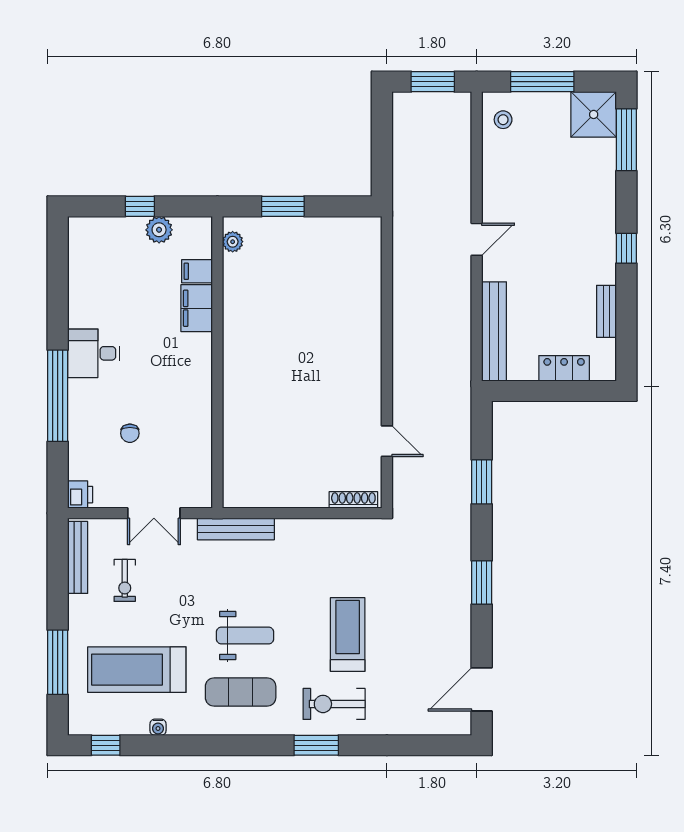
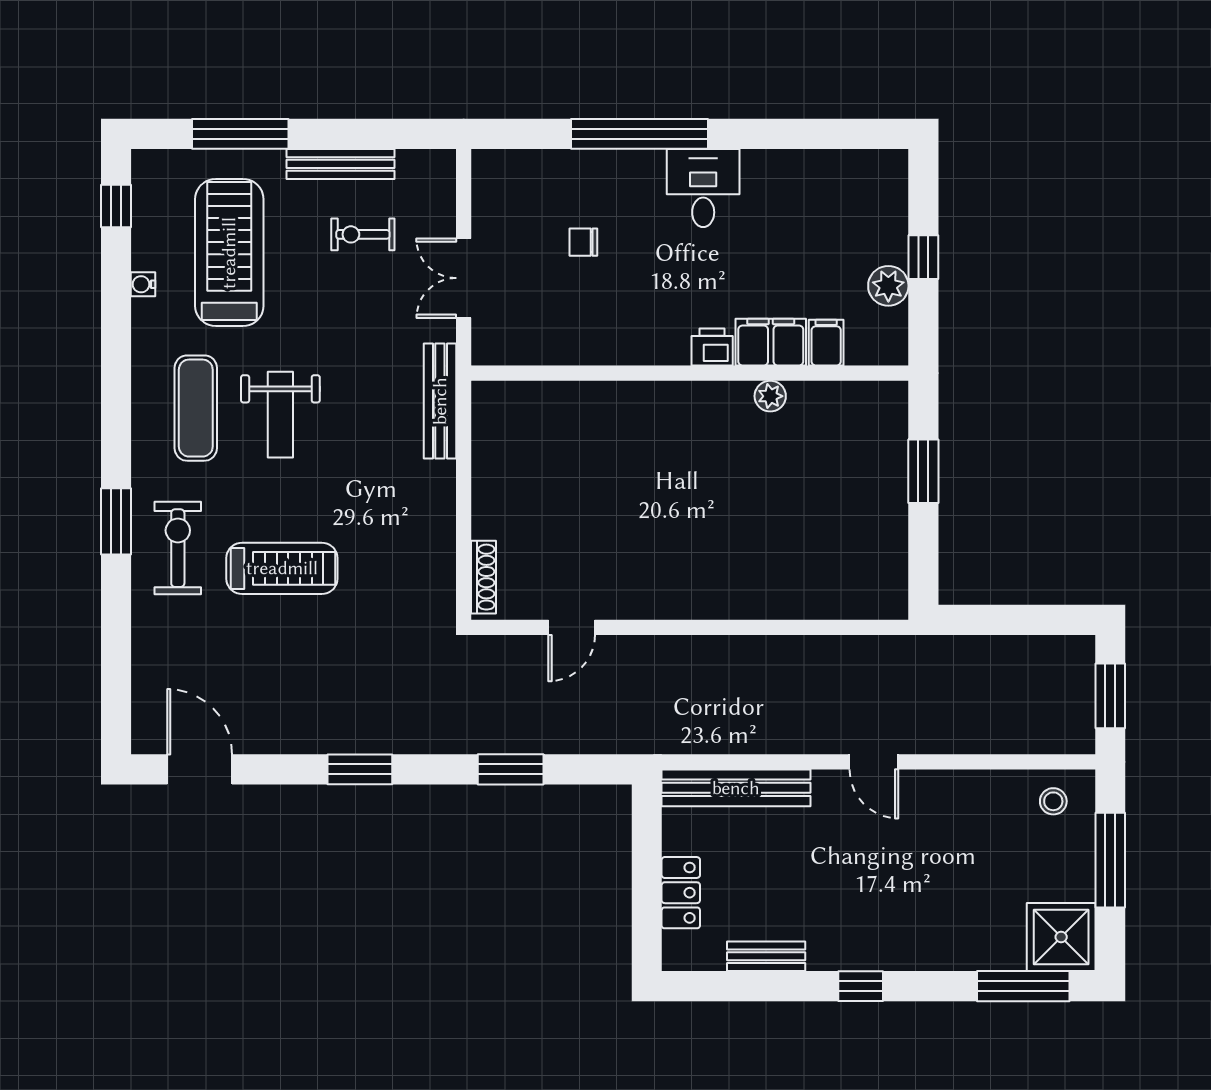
plant: (233, 242) -> (770, 396), moved
printer: (80, 495) -> (712, 347), moved, turned 180
bench: (78, 557) -> (341, 164), moved

